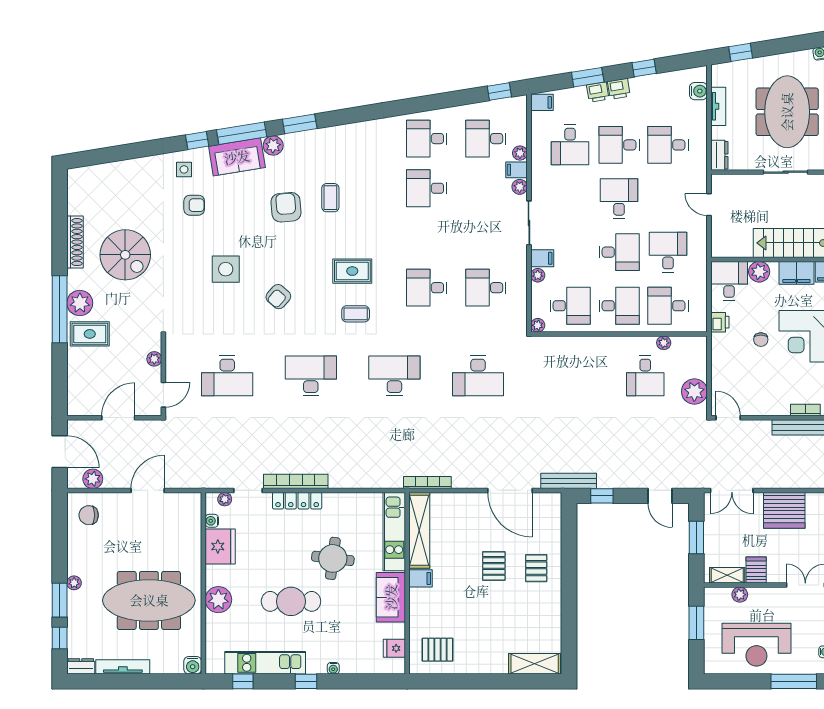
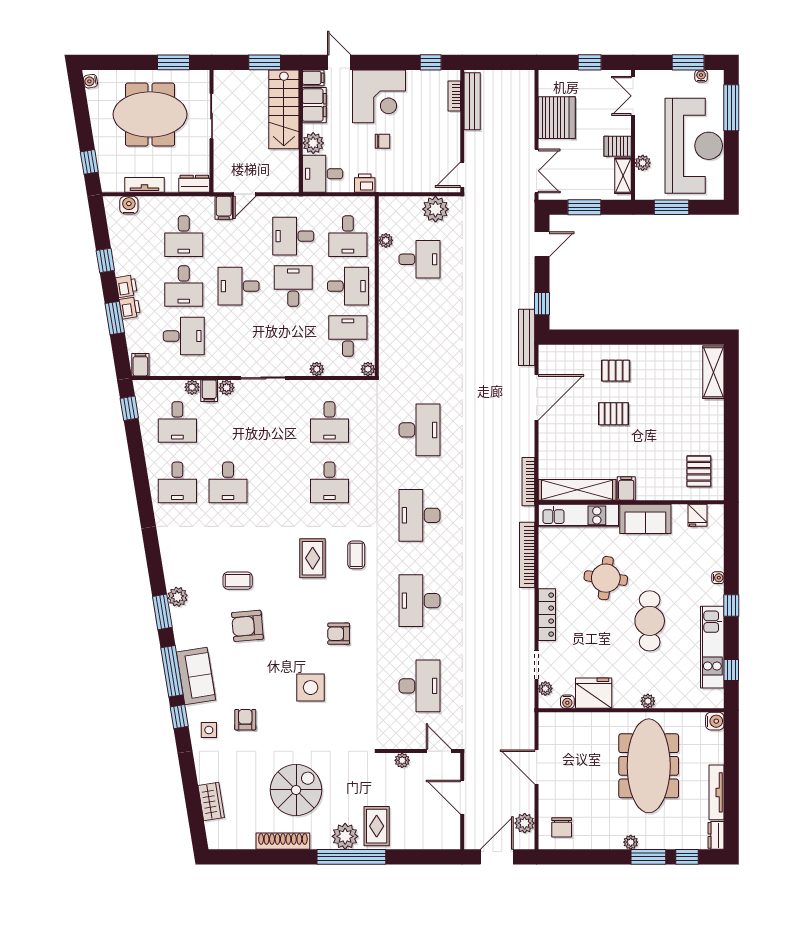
plant: (273, 146) -> (178, 597), moved
wardrobe: (114, 172) -> (211, 802), added
filing cabinet: (542, 258) -> (224, 208), moved, turned 180
armchair: (278, 297) -> (339, 634), turned 139
desk: (619, 306) -> (348, 286), turned 90
bookcase: (296, 481) -> (527, 555), moved
plant: (218, 600) -> (648, 701), width x0.53, depth x0.53
reception desk: (756, 645) -> (694, 146), width x1.36, depth x1.30

